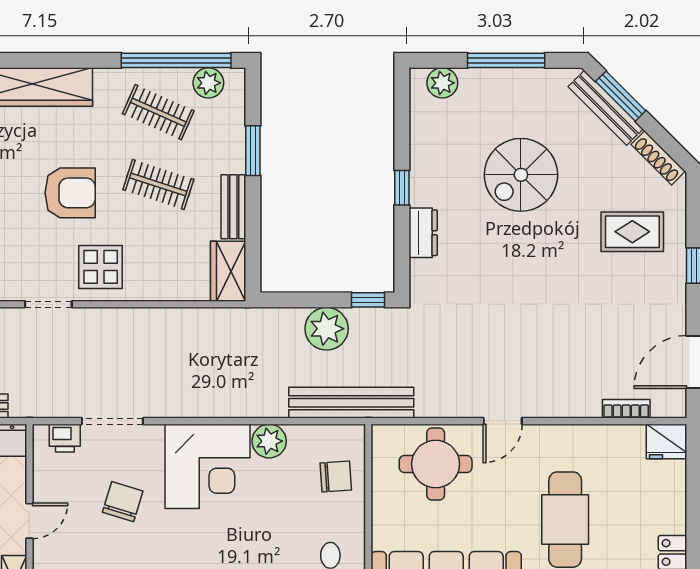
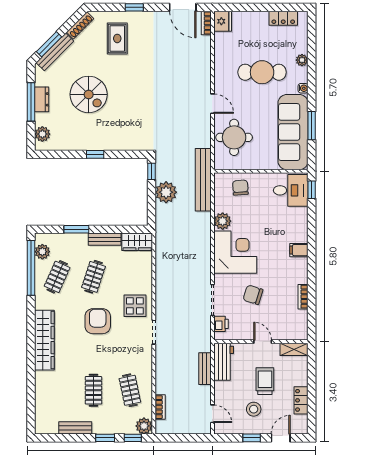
dresser: (423, 233) -> (42, 99), moved, turned 90
bookcase: (626, 409) -> (206, 23), moved

